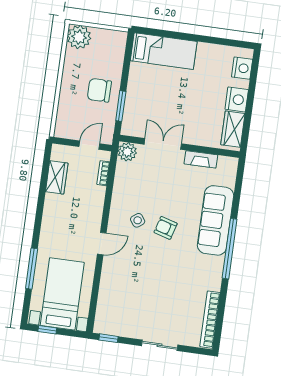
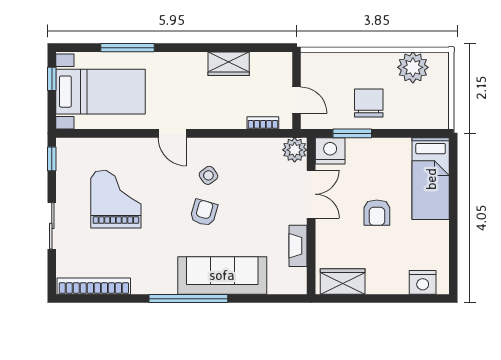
plant: (79, 37) -> (413, 67), moved
armchair: (184, 96) -> (377, 213), added
nightstand: (237, 99) -> (330, 151), moved, turned 180
wardrobe: (57, 177) -> (229, 64), moved
grand piano: (146, 294) -> (116, 199), added

